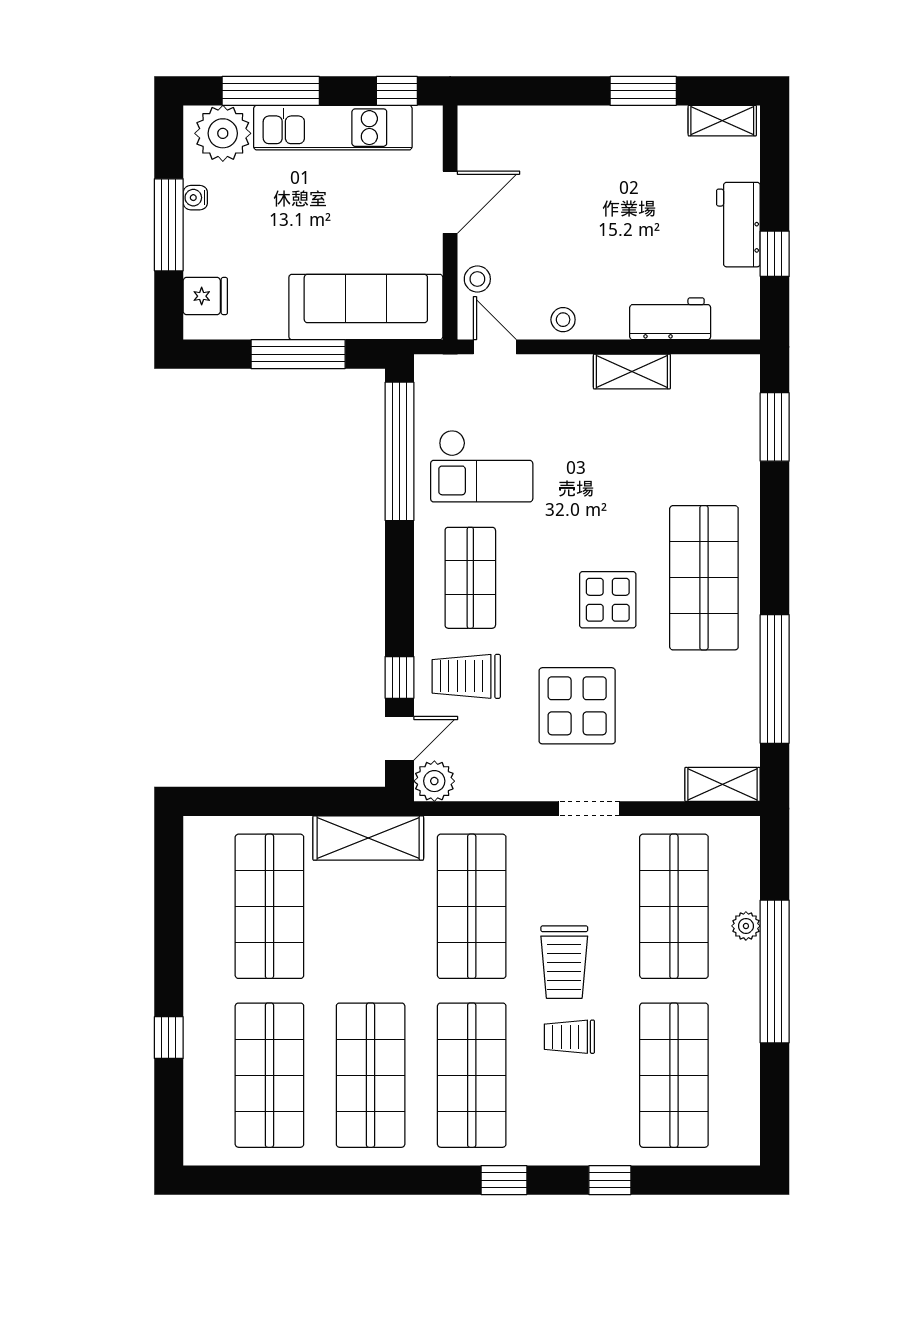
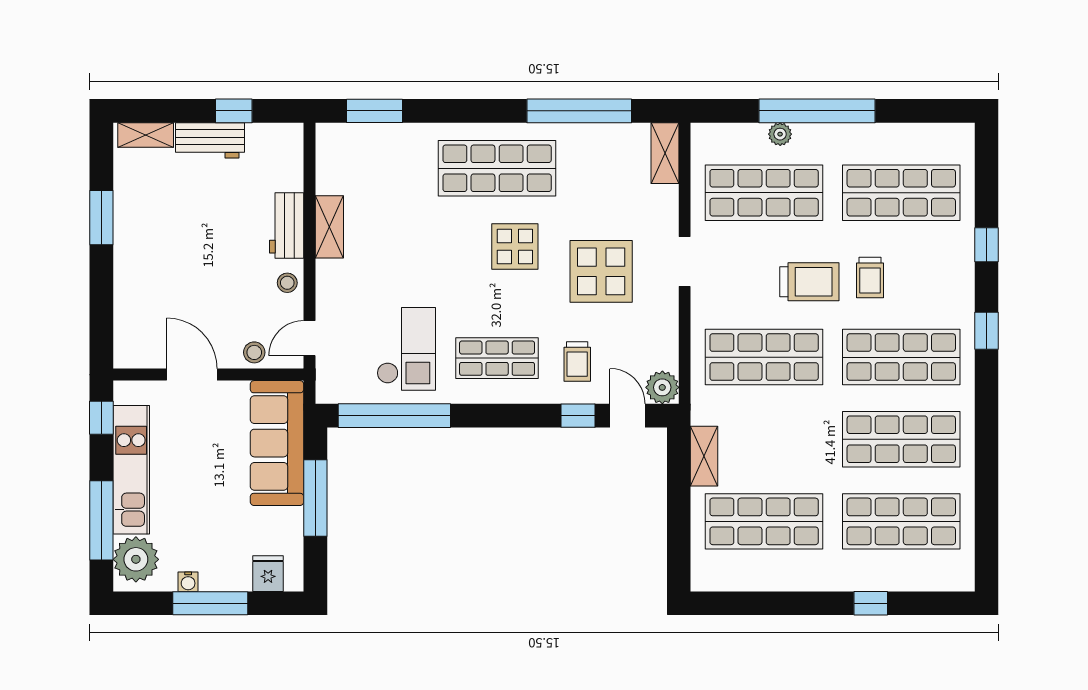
shelving: (722, 121) -> (146, 135), moved, turned 90
workbench: (670, 319) -> (287, 226), moved
trolley: (466, 676) -> (577, 361), width x0.73, depth x0.72
shelving: (368, 838) -> (704, 456), width x0.67, depth x0.75

